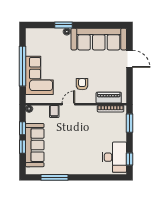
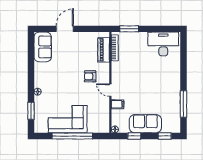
window: (63, 25) -> (31, 111), moved
sofa: (99, 39) -> (43, 47), width x0.54, depth x0.79
corner sofa: (39, 75) -> (68, 119), moved
sofa: (35, 145) -> (145, 124), width x0.73
window: (22, 147) -> (165, 136), moved
window: (130, 159) -> (165, 29), removed

